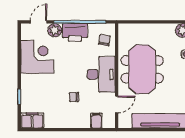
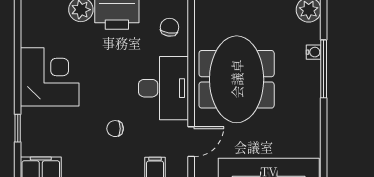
corner desk: (37, 57) -> (50, 77), moved

